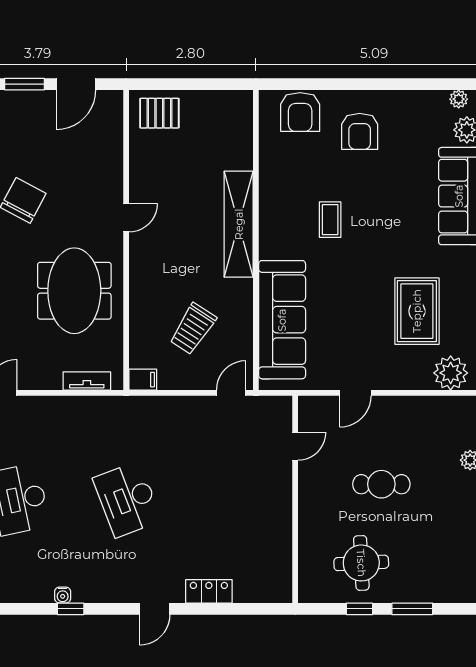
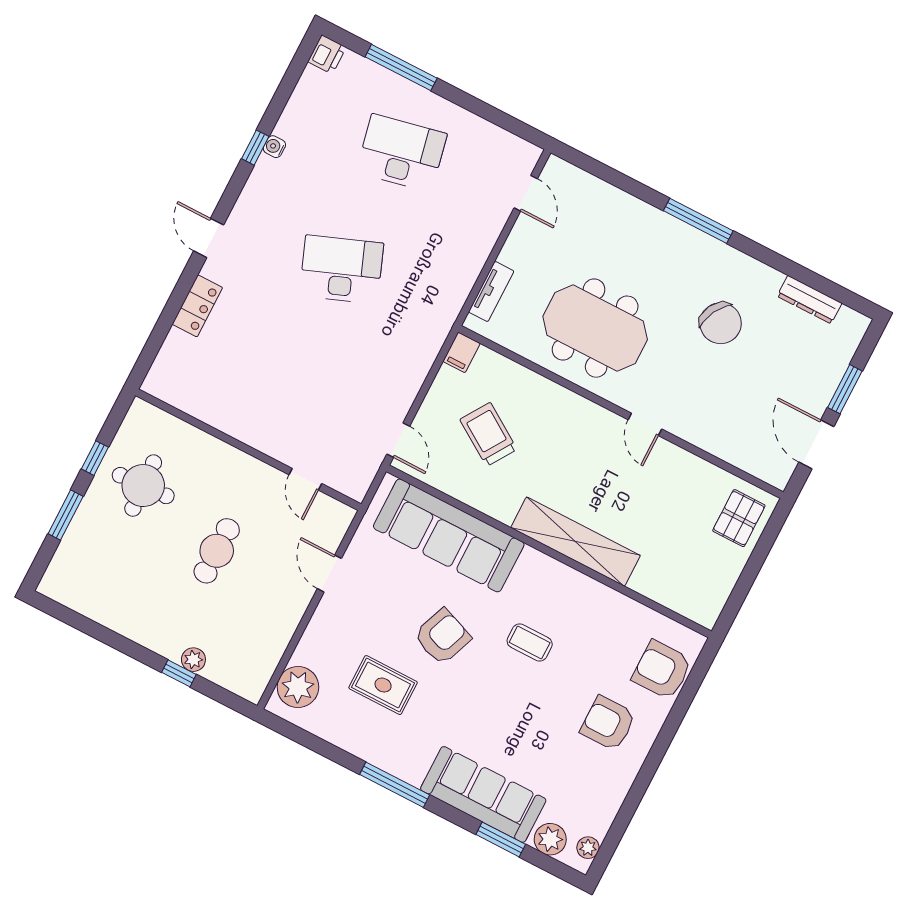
armchair: (359, 286) -> (442, 637), added
rug: (417, 311) -> (383, 685), width x0.73, depth x0.70

